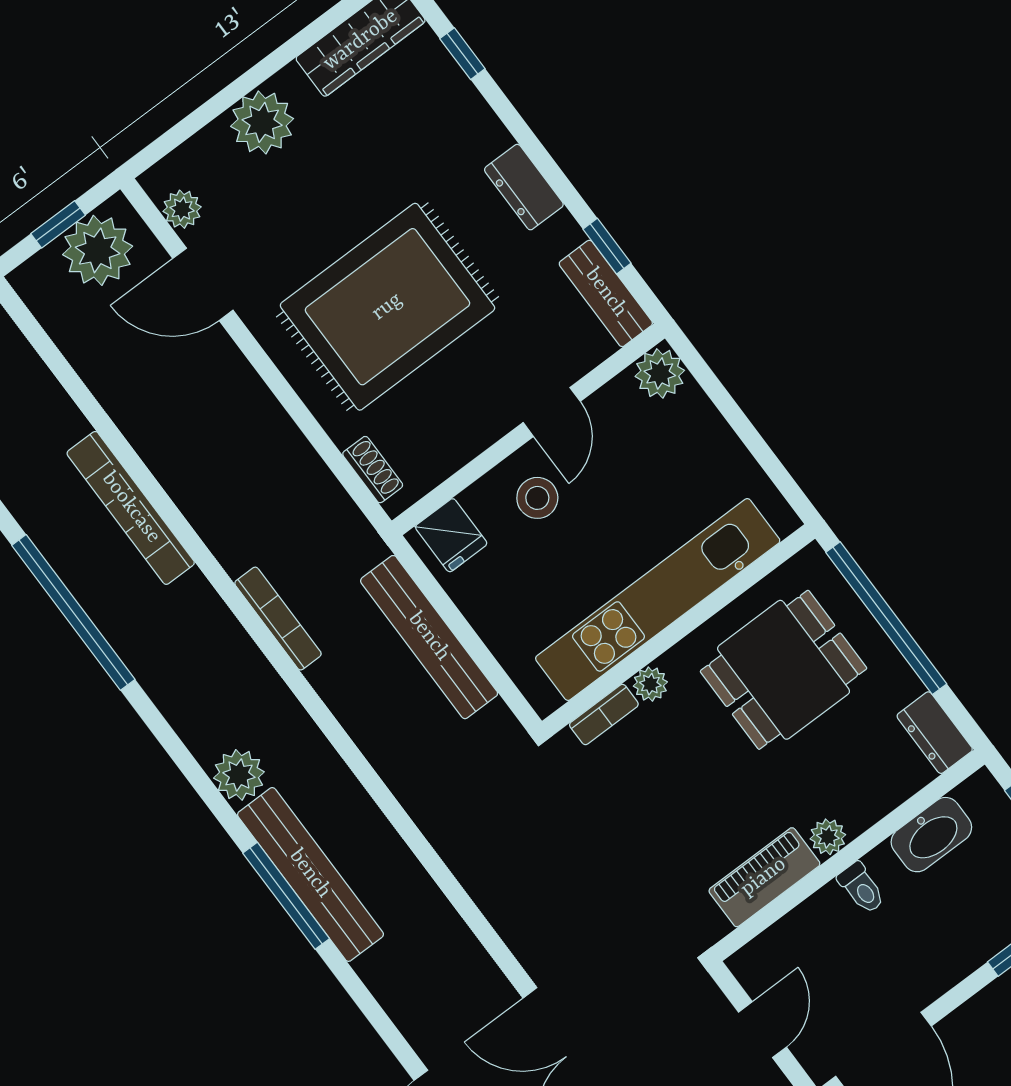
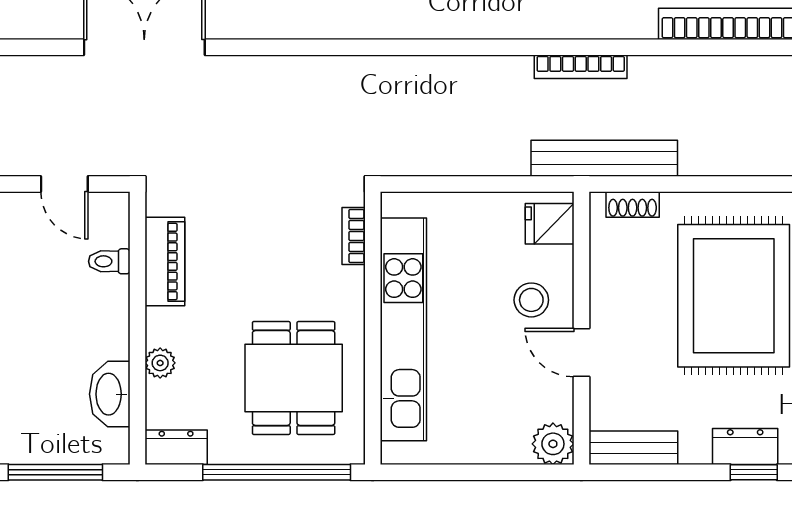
window: (607, 246) -> (754, 472), moved
bench: (429, 637) -> (604, 158), moved
plant: (650, 684) -> (351, 282), removed
plant: (828, 837) -> (160, 363), moved
toilet: (861, 888) -> (109, 261), moved

